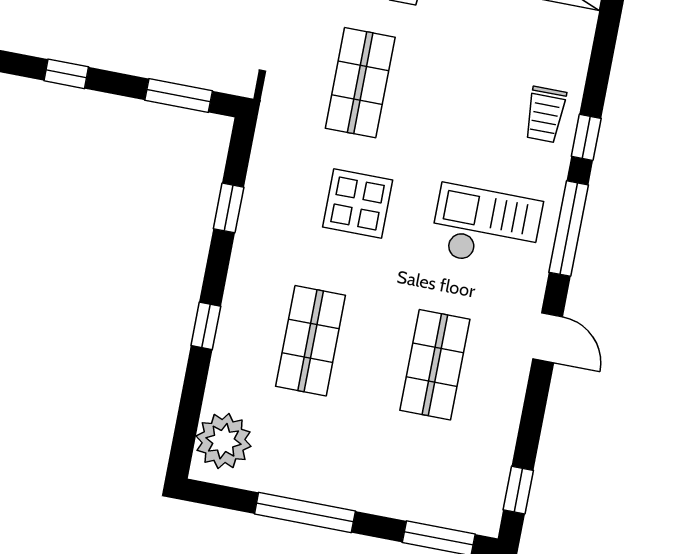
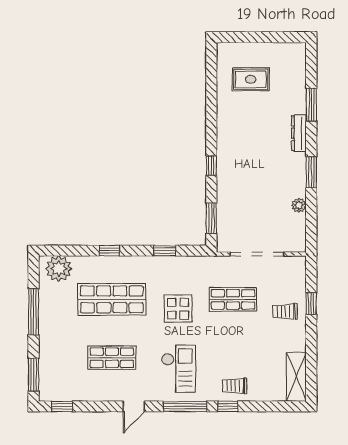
shop shelf: (311, 341) -> (112, 299), width x1.43, depth x1.36

